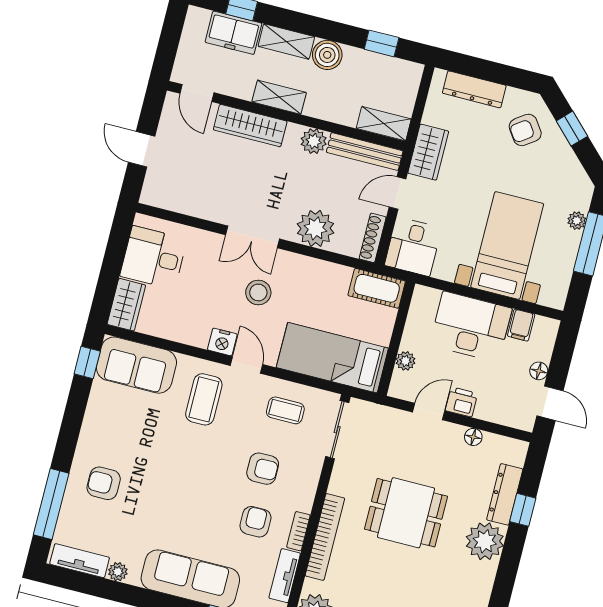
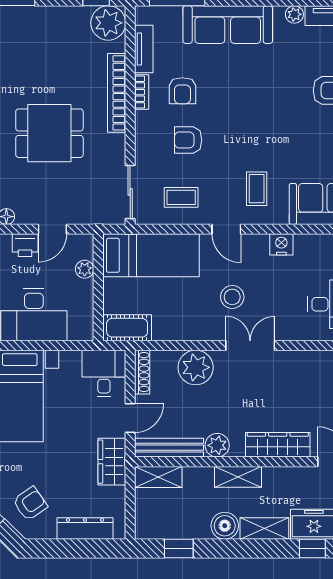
shelving: (279, 97) -> (238, 477), moved
nightstand: (222, 342) -> (281, 244), moved
coffee table: (204, 399) -> (257, 189), width x0.73, depth x0.77

